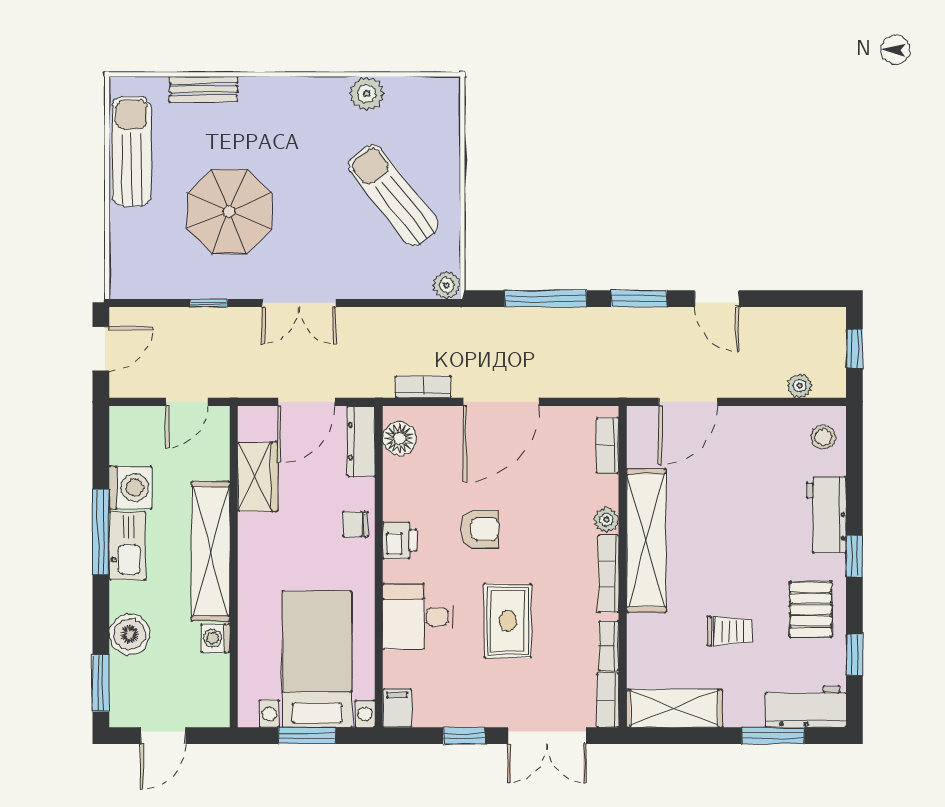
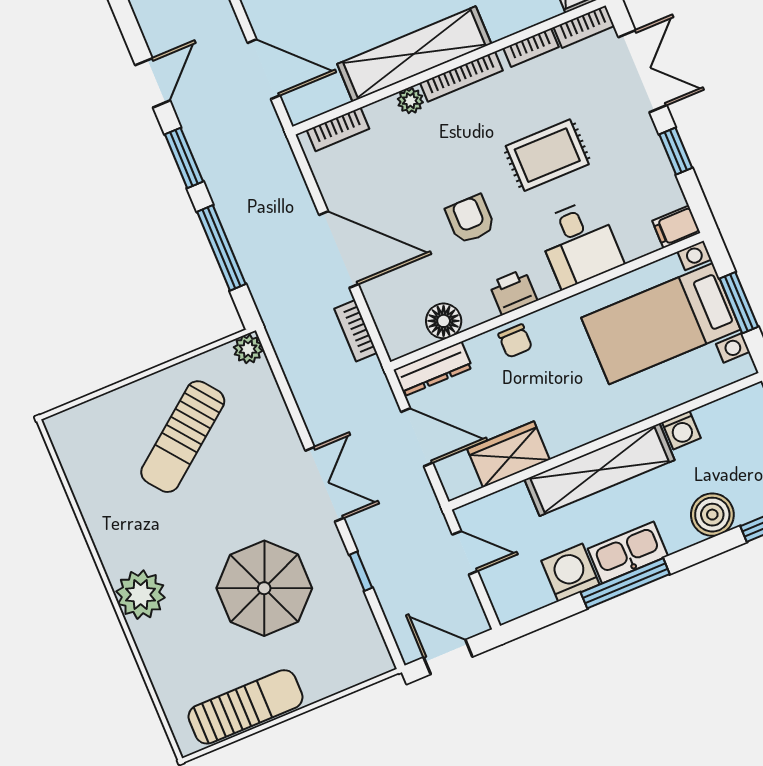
bench: (203, 89) -> (157, 662), removed
plant: (367, 94) -> (141, 595), moved, width x1.36, depth x1.36
sun lounger: (131, 151) -> (245, 707), turned 180
floor lamp: (399, 439) -> (444, 321), moved

